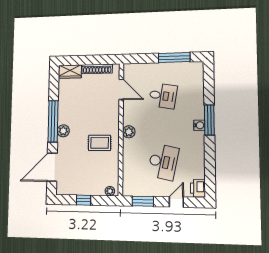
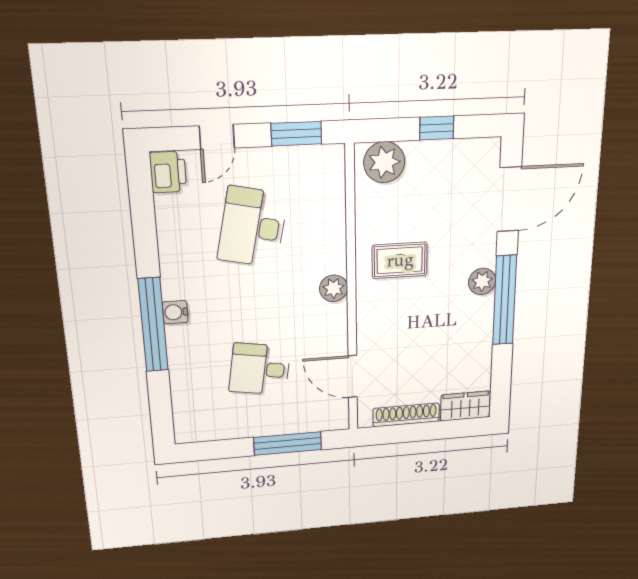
window: (174, 58) -> (288, 444), moved
window: (209, 120) -> (153, 325), width x1.46
plant: (110, 191) -> (384, 162), width x1.88, depth x1.88

